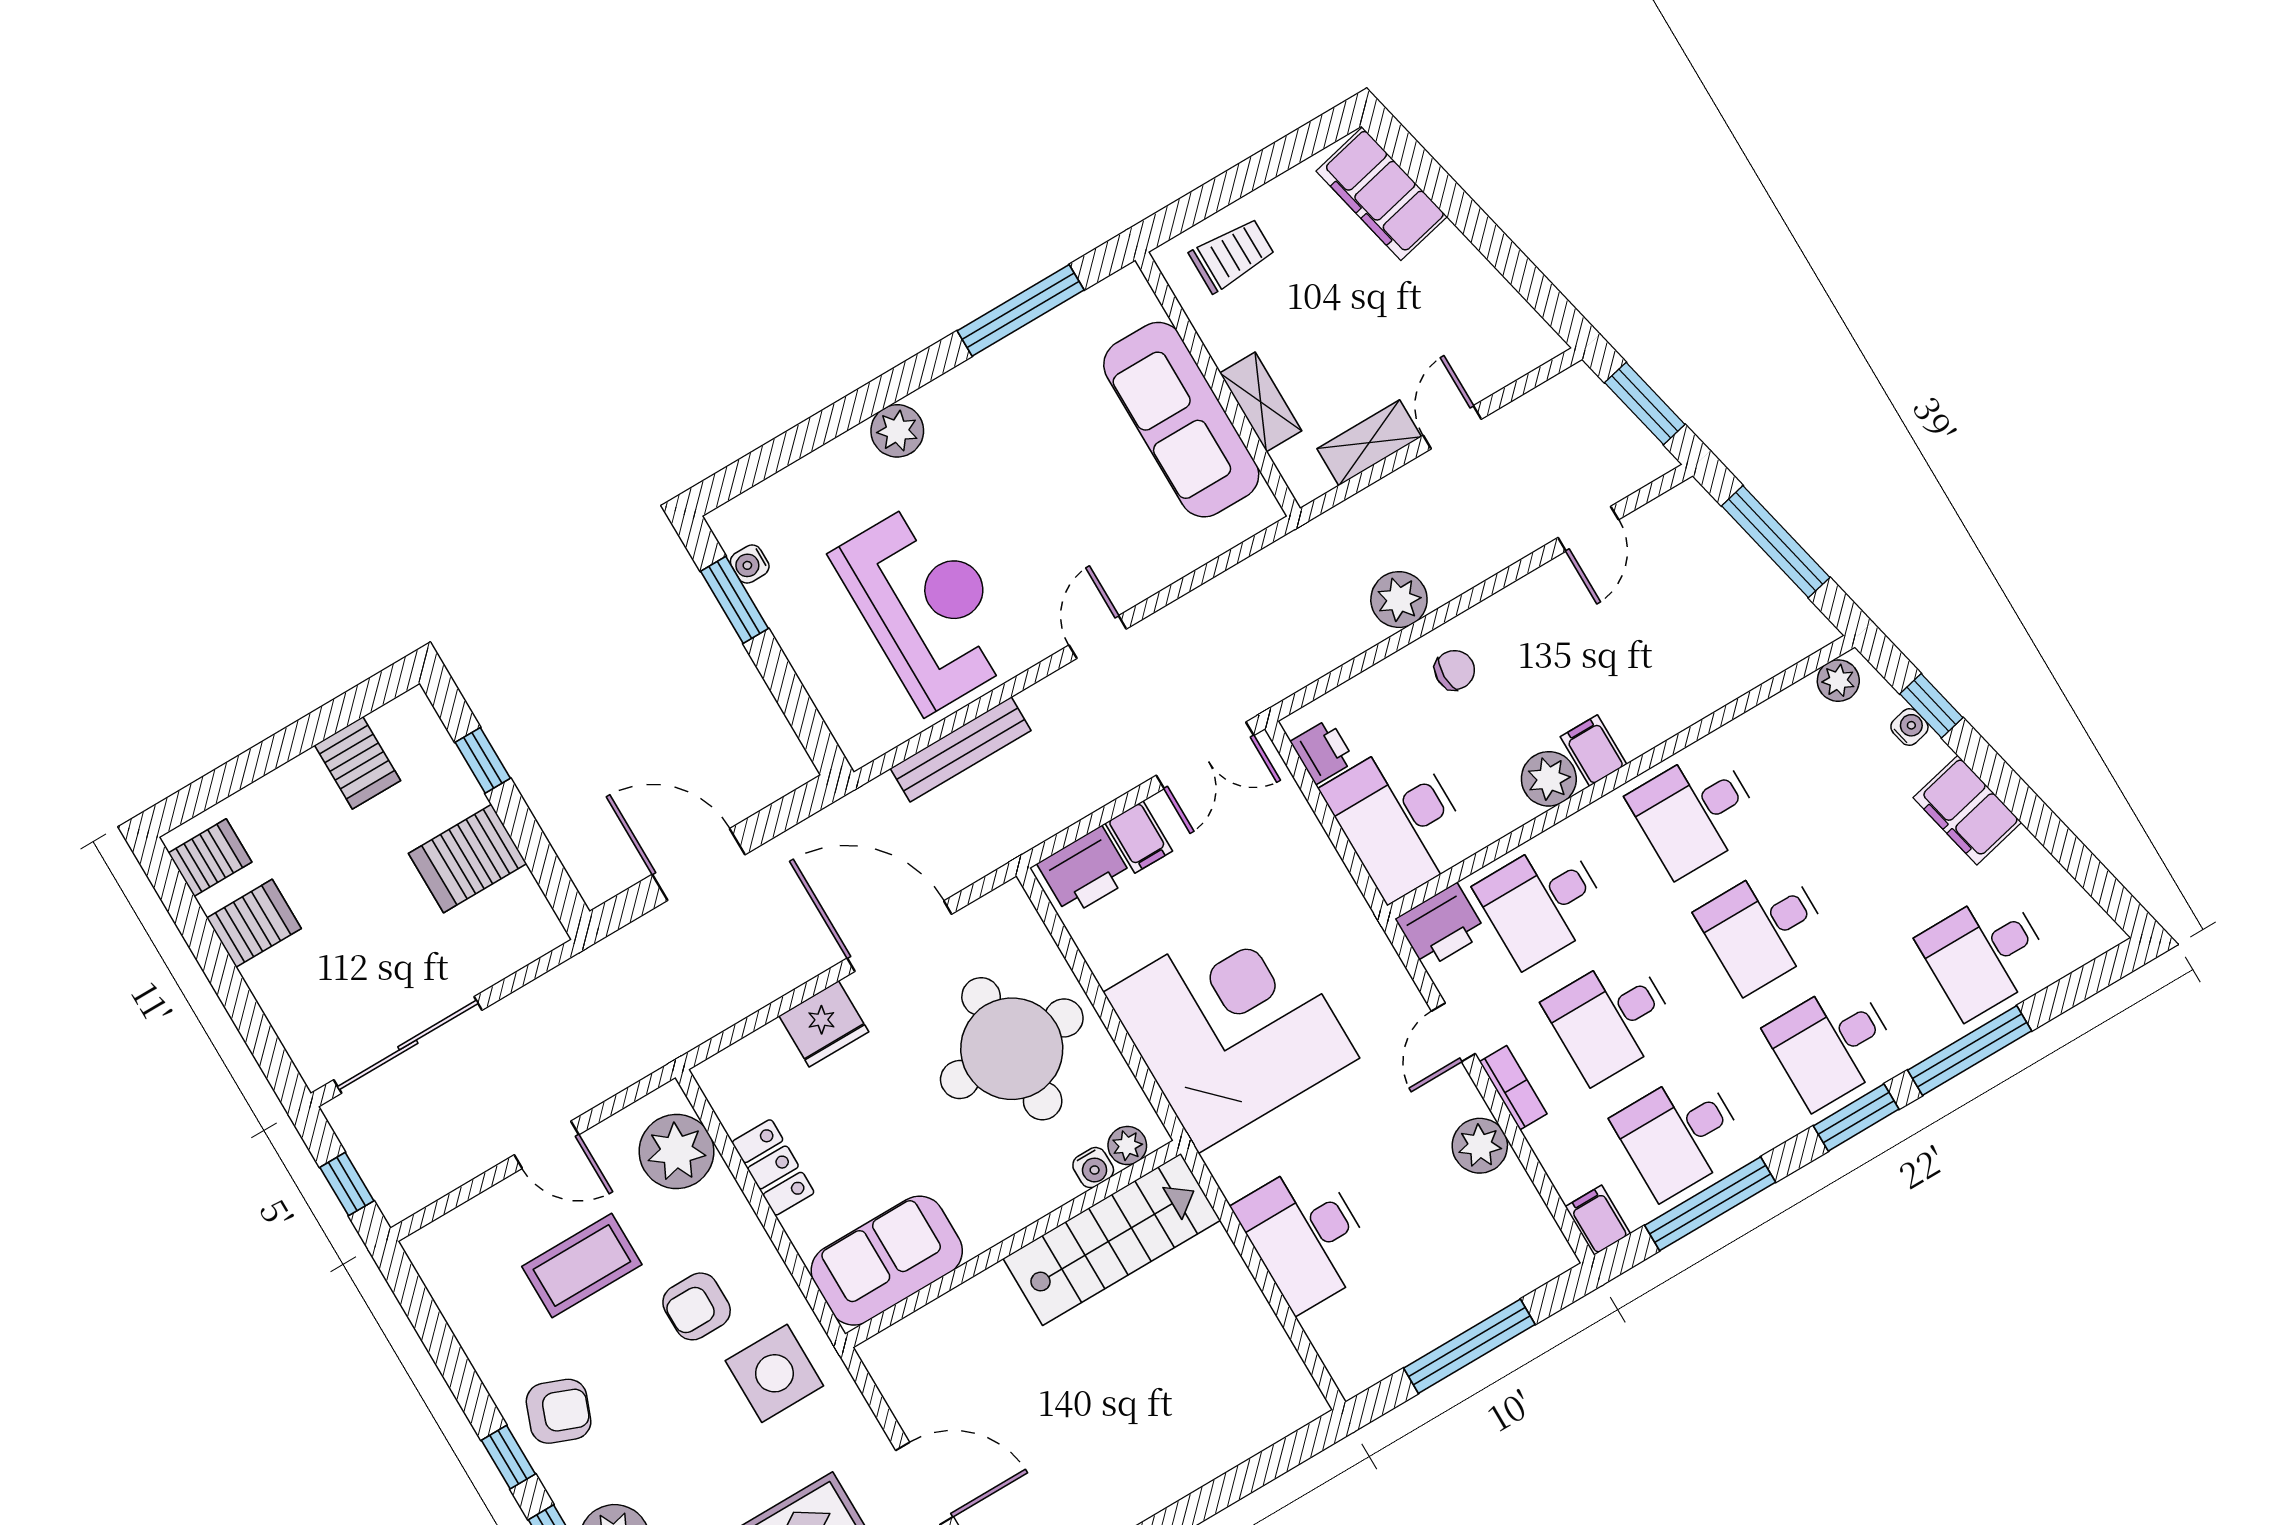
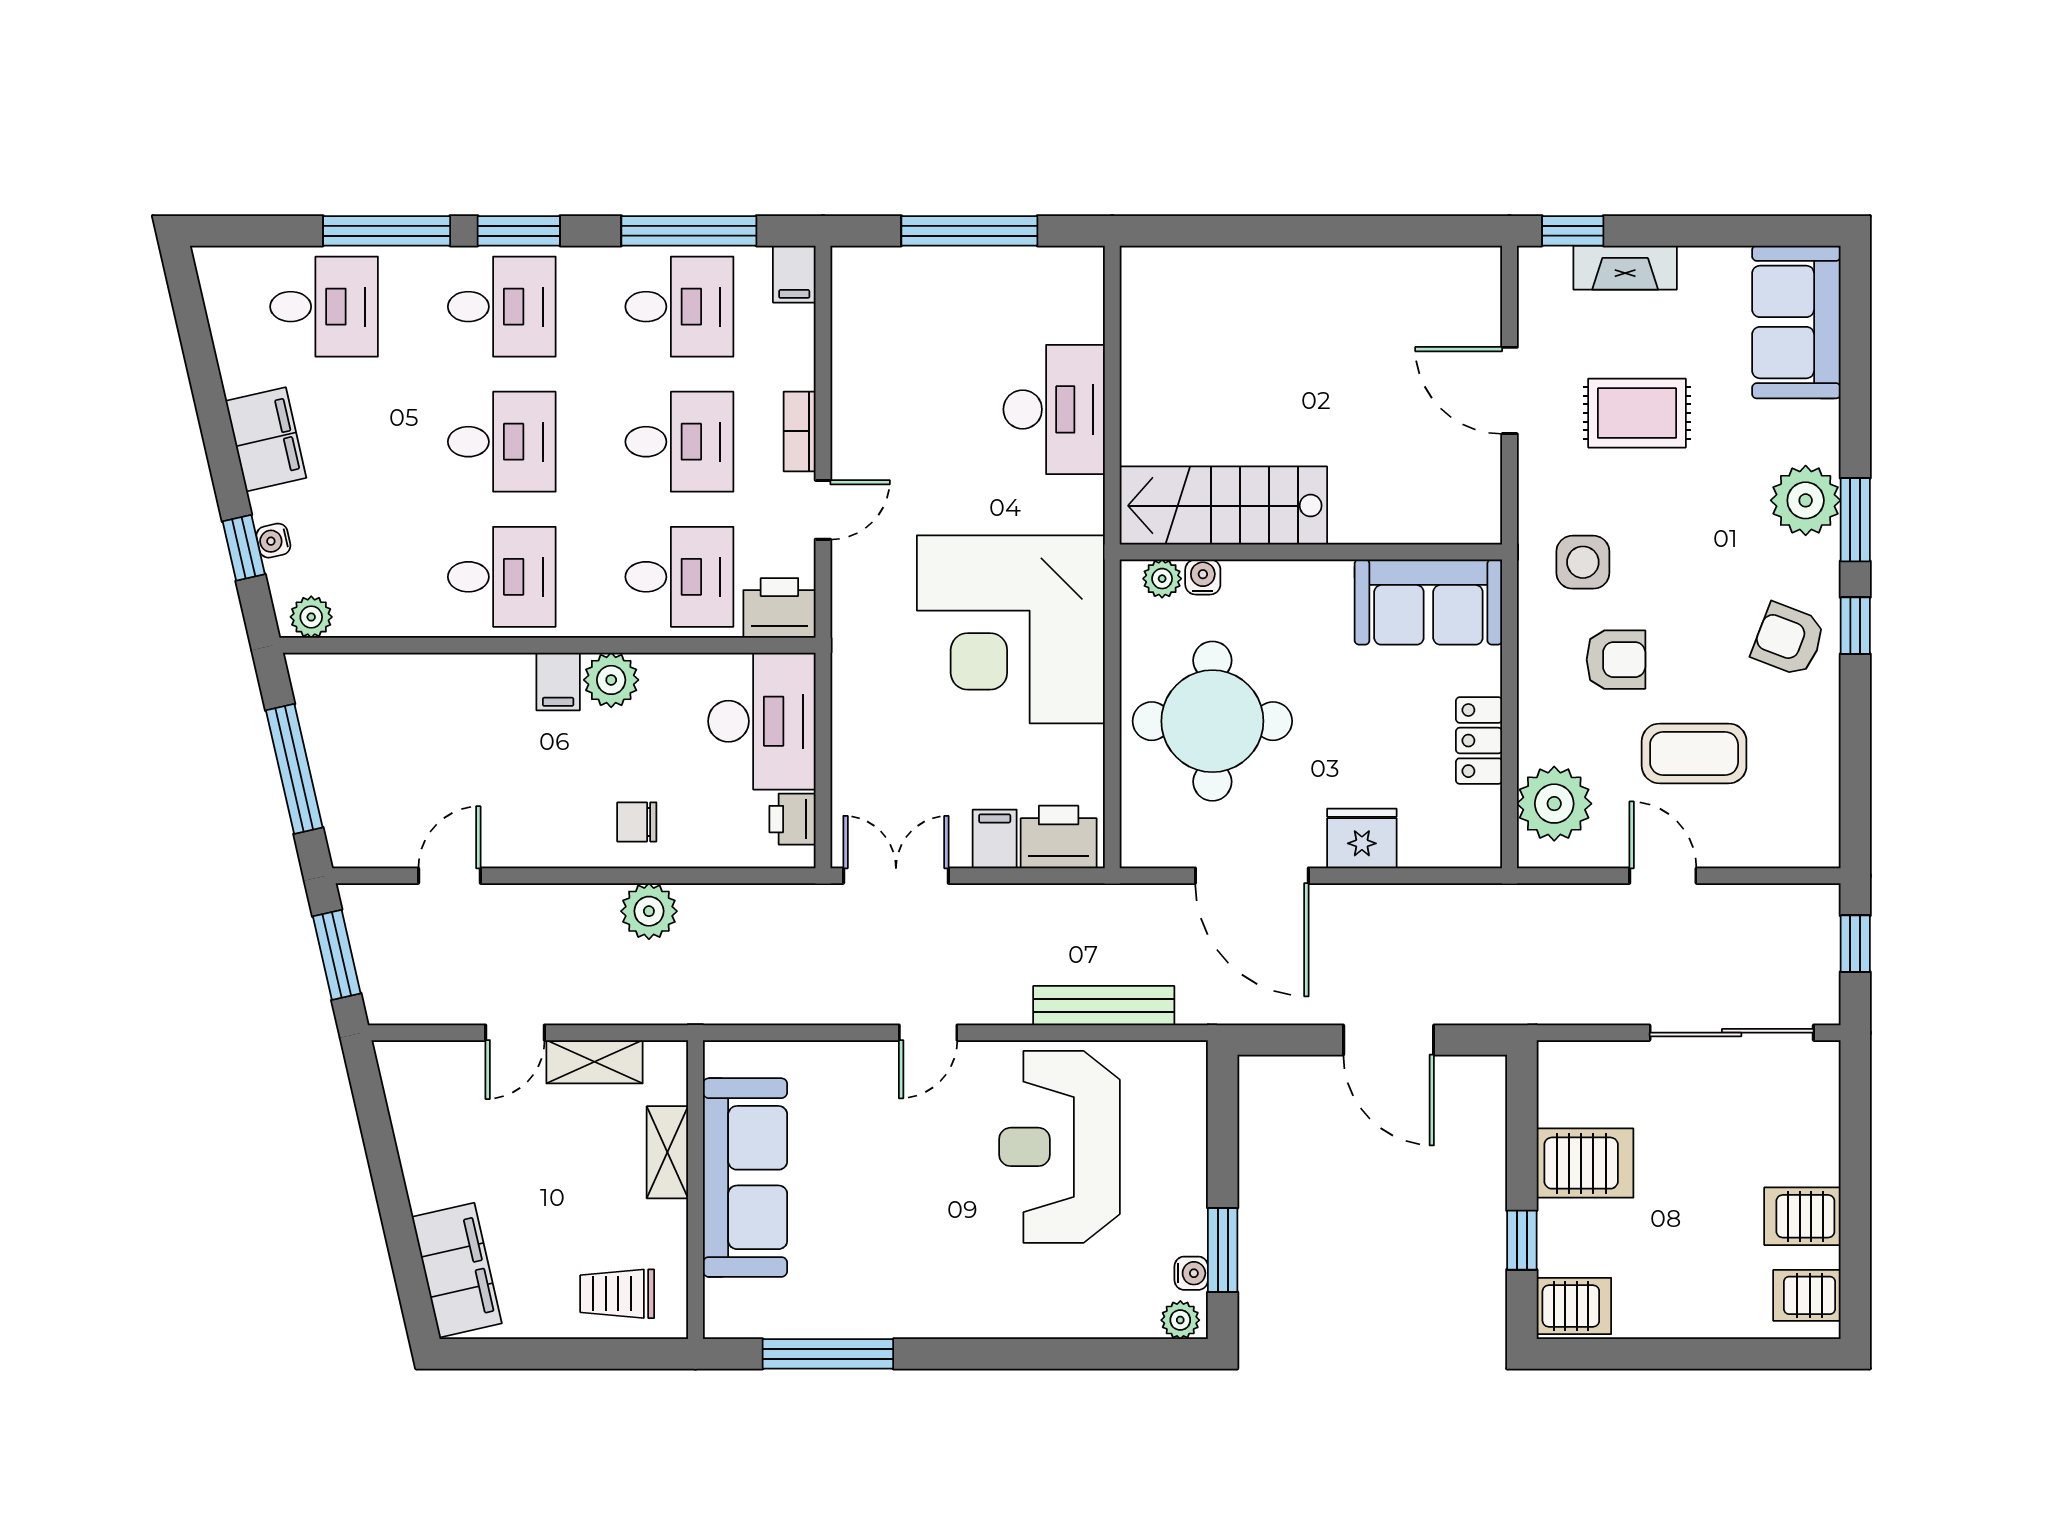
plant: (897, 431) -> (1180, 1320), moved, width x0.73, depth x0.73
server rack: (358, 763) -> (1574, 1306), moved, turned 90
plant: (1480, 1146) -> (858, 399), removed
side table: (774, 1373) -> (1583, 562), width x0.73, depth x0.73

